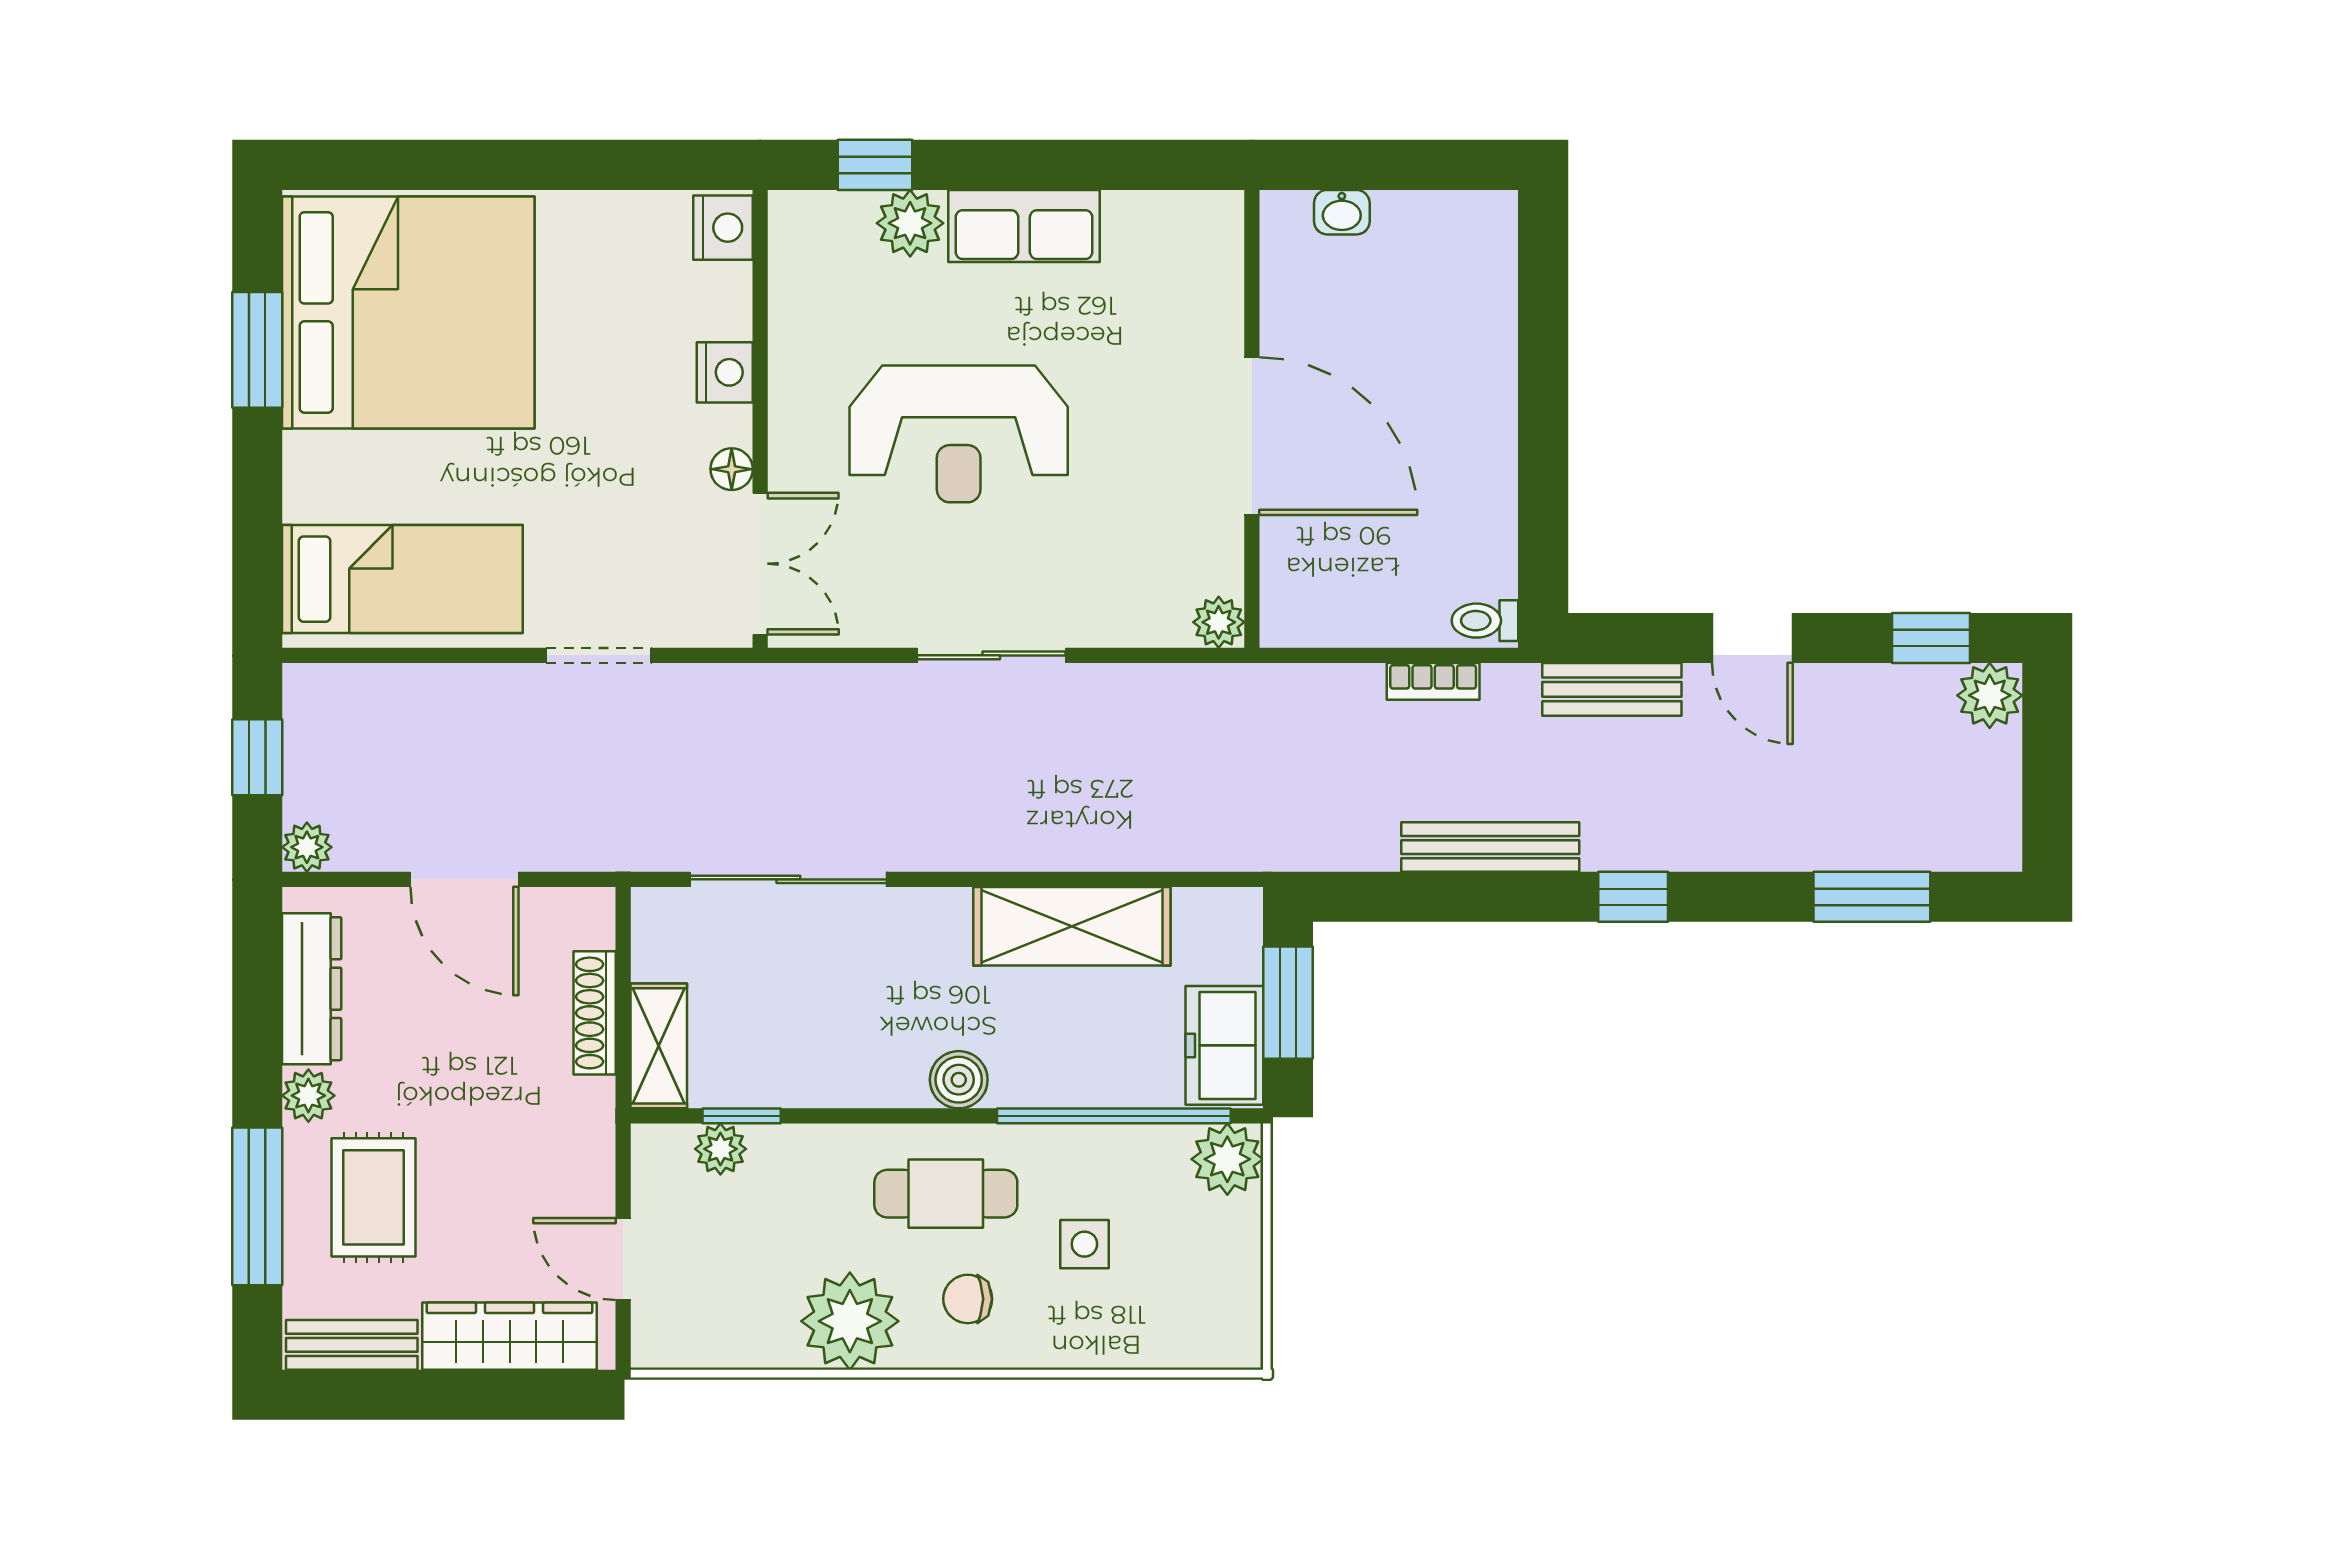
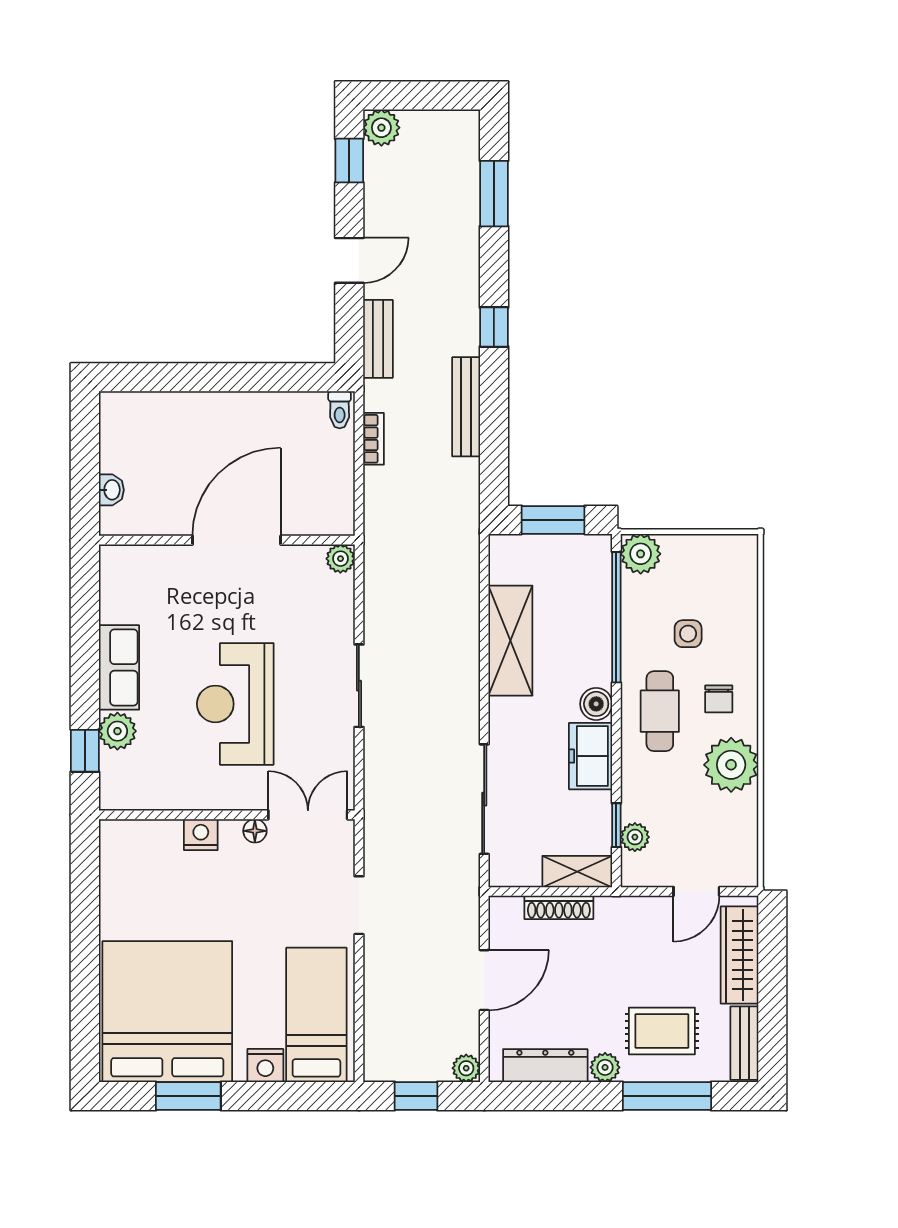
nightstand: (723, 228) -> (265, 1065), moved, turned 180
reception desk: (959, 434) -> (235, 704), turned 180
freezer: (1224, 1045) -> (591, 756), moved, turned 90

